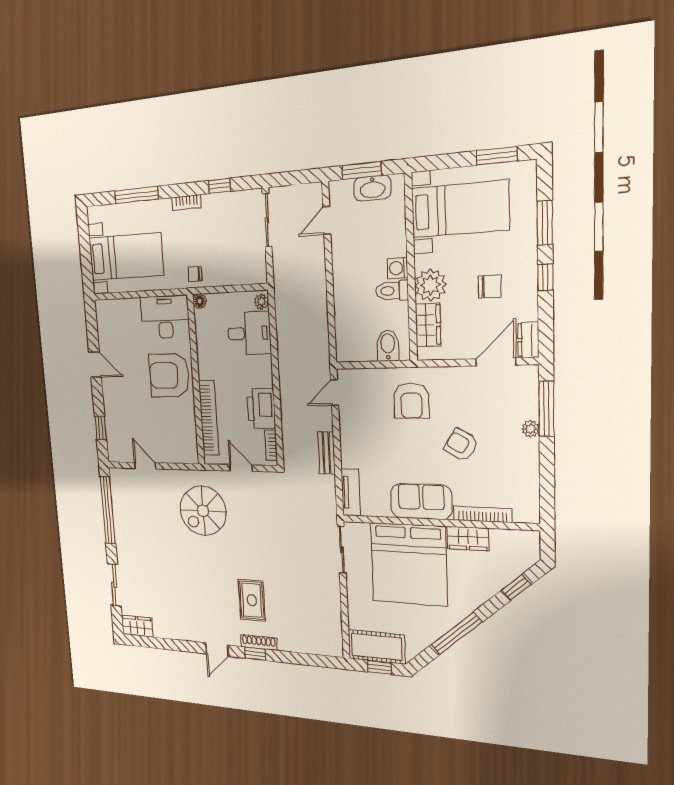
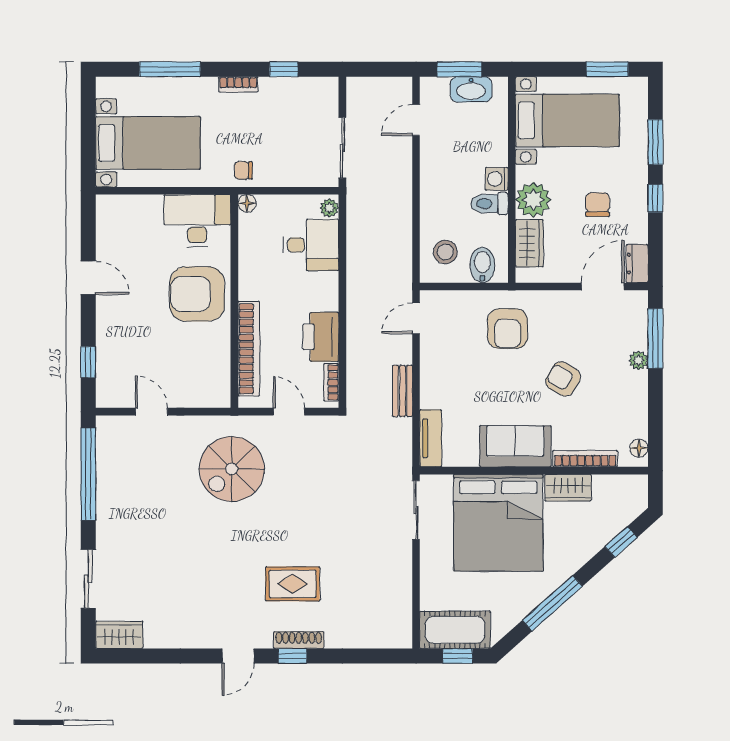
sliding door: (267, 220) -> (342, 148), moved
chair: (490, 286) -> (598, 205), turned -90
stool: (356, 335) -> (445, 252), added
floor lamp: (532, 507) -> (639, 448), added
rug: (252, 600) -> (293, 584), turned 90

